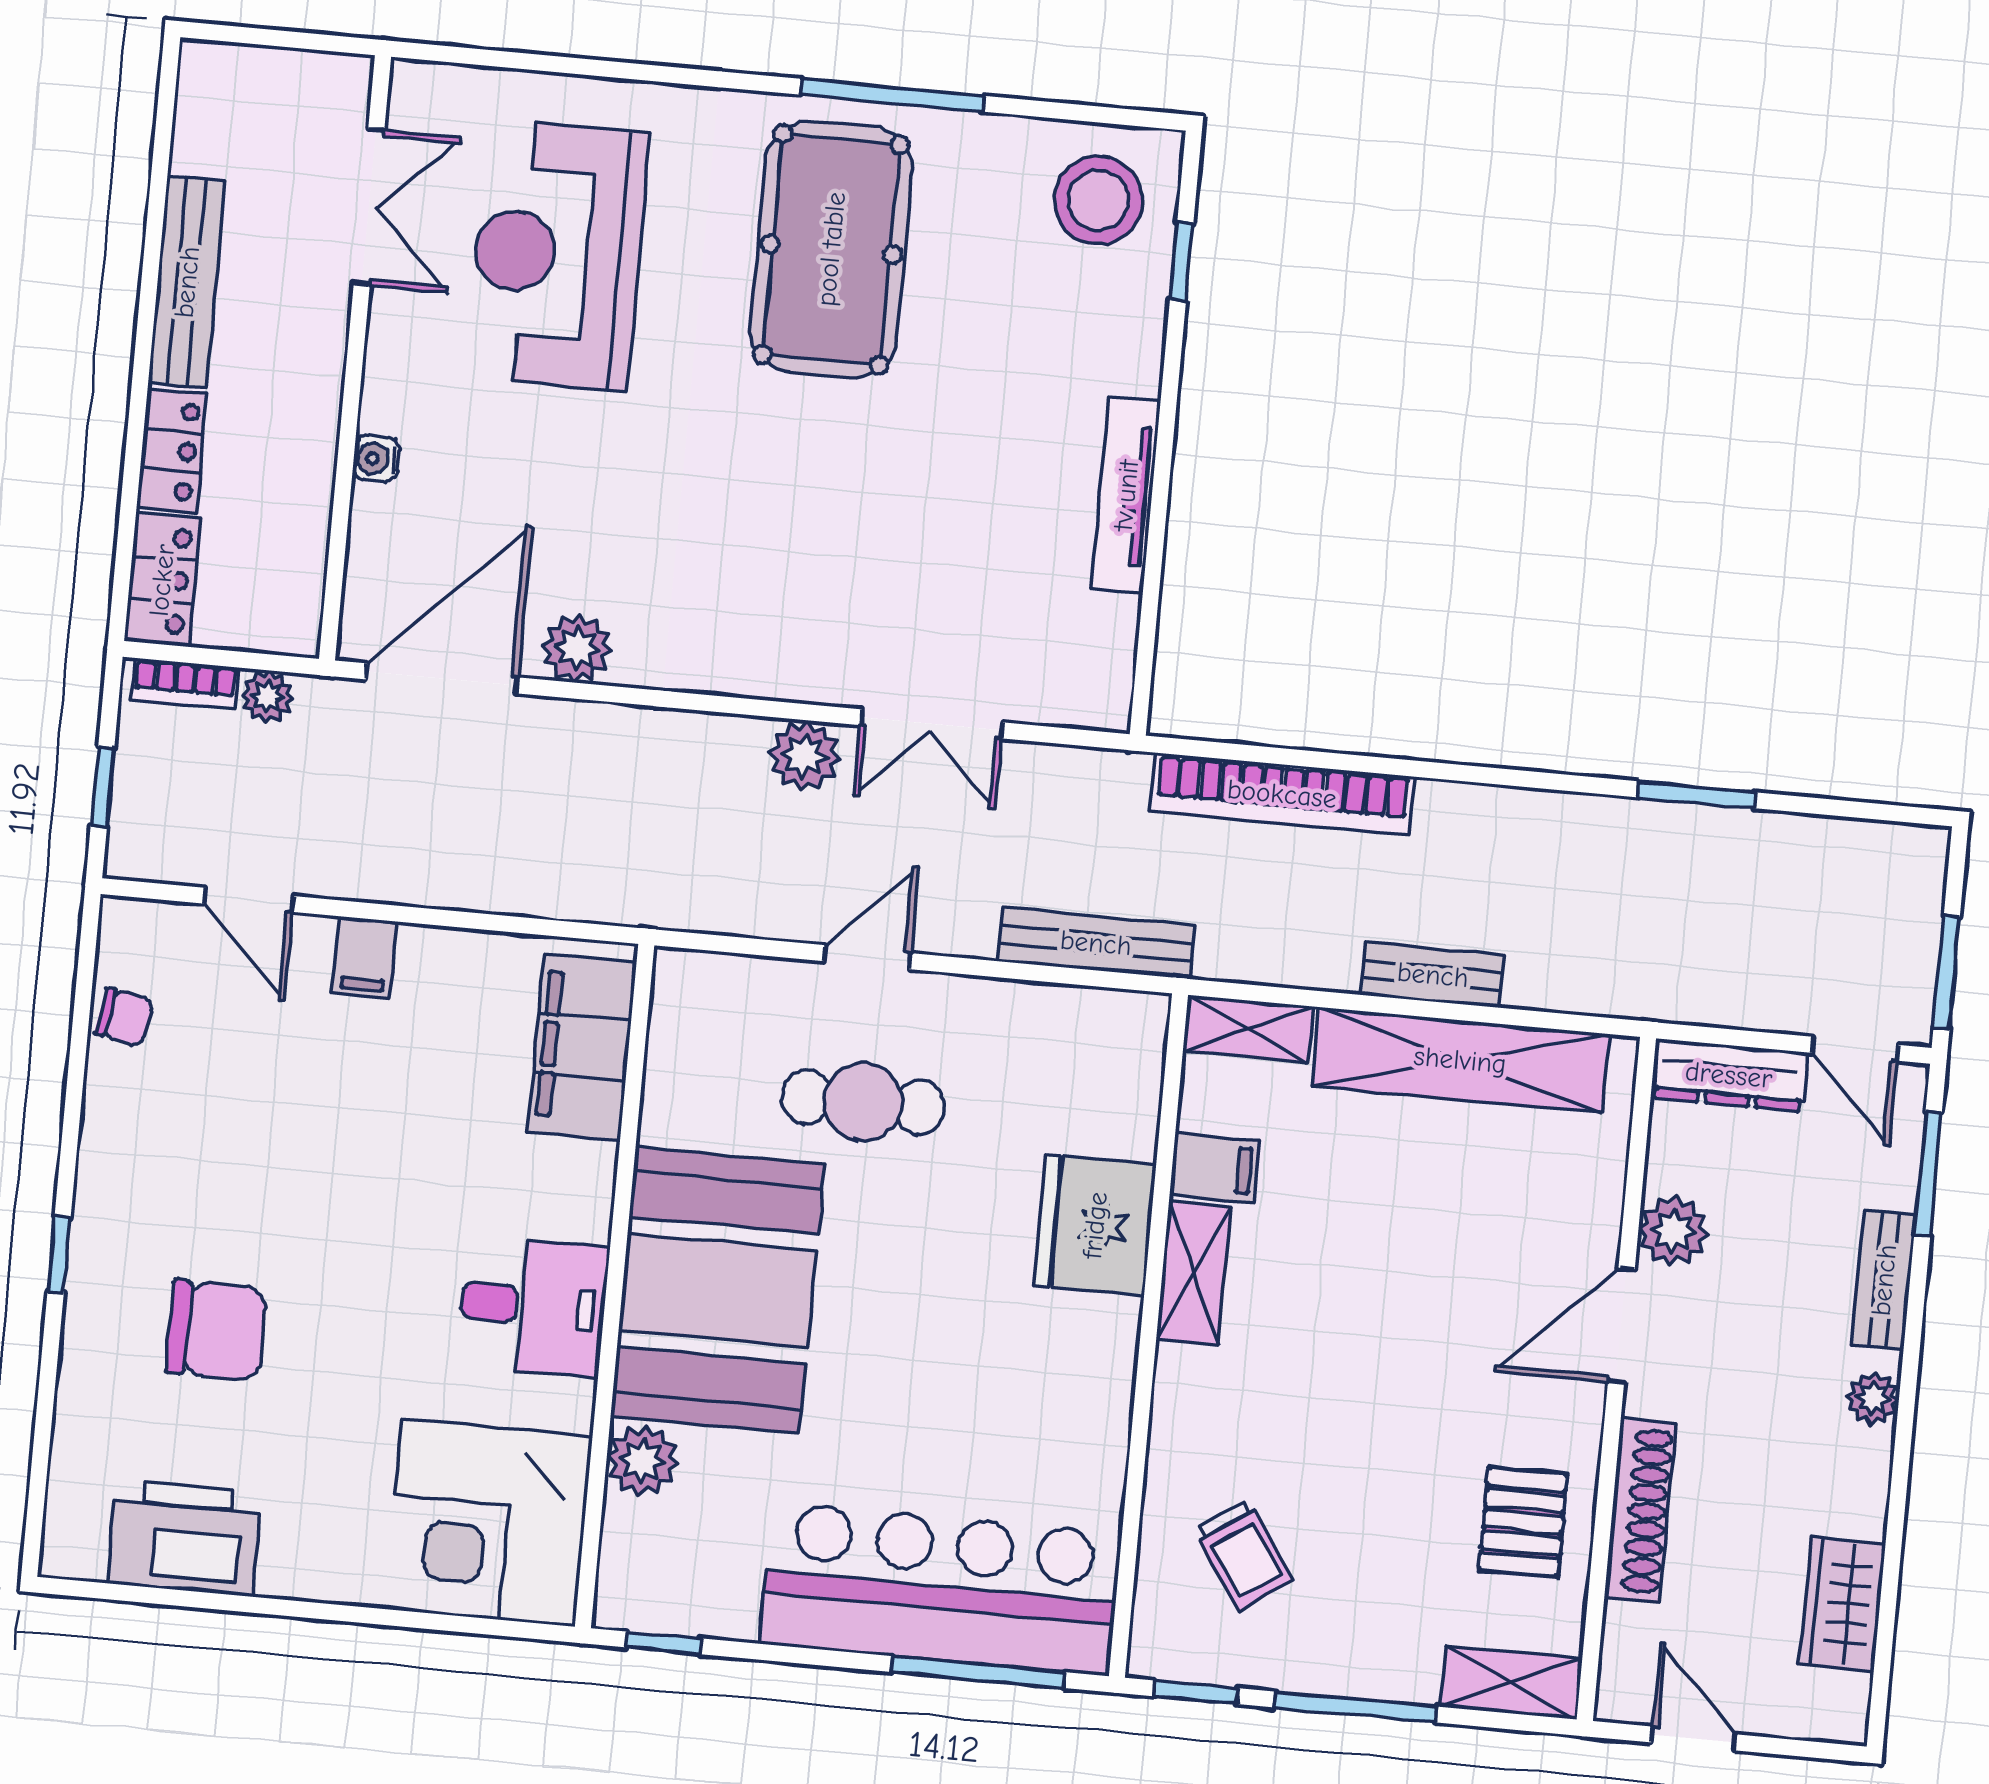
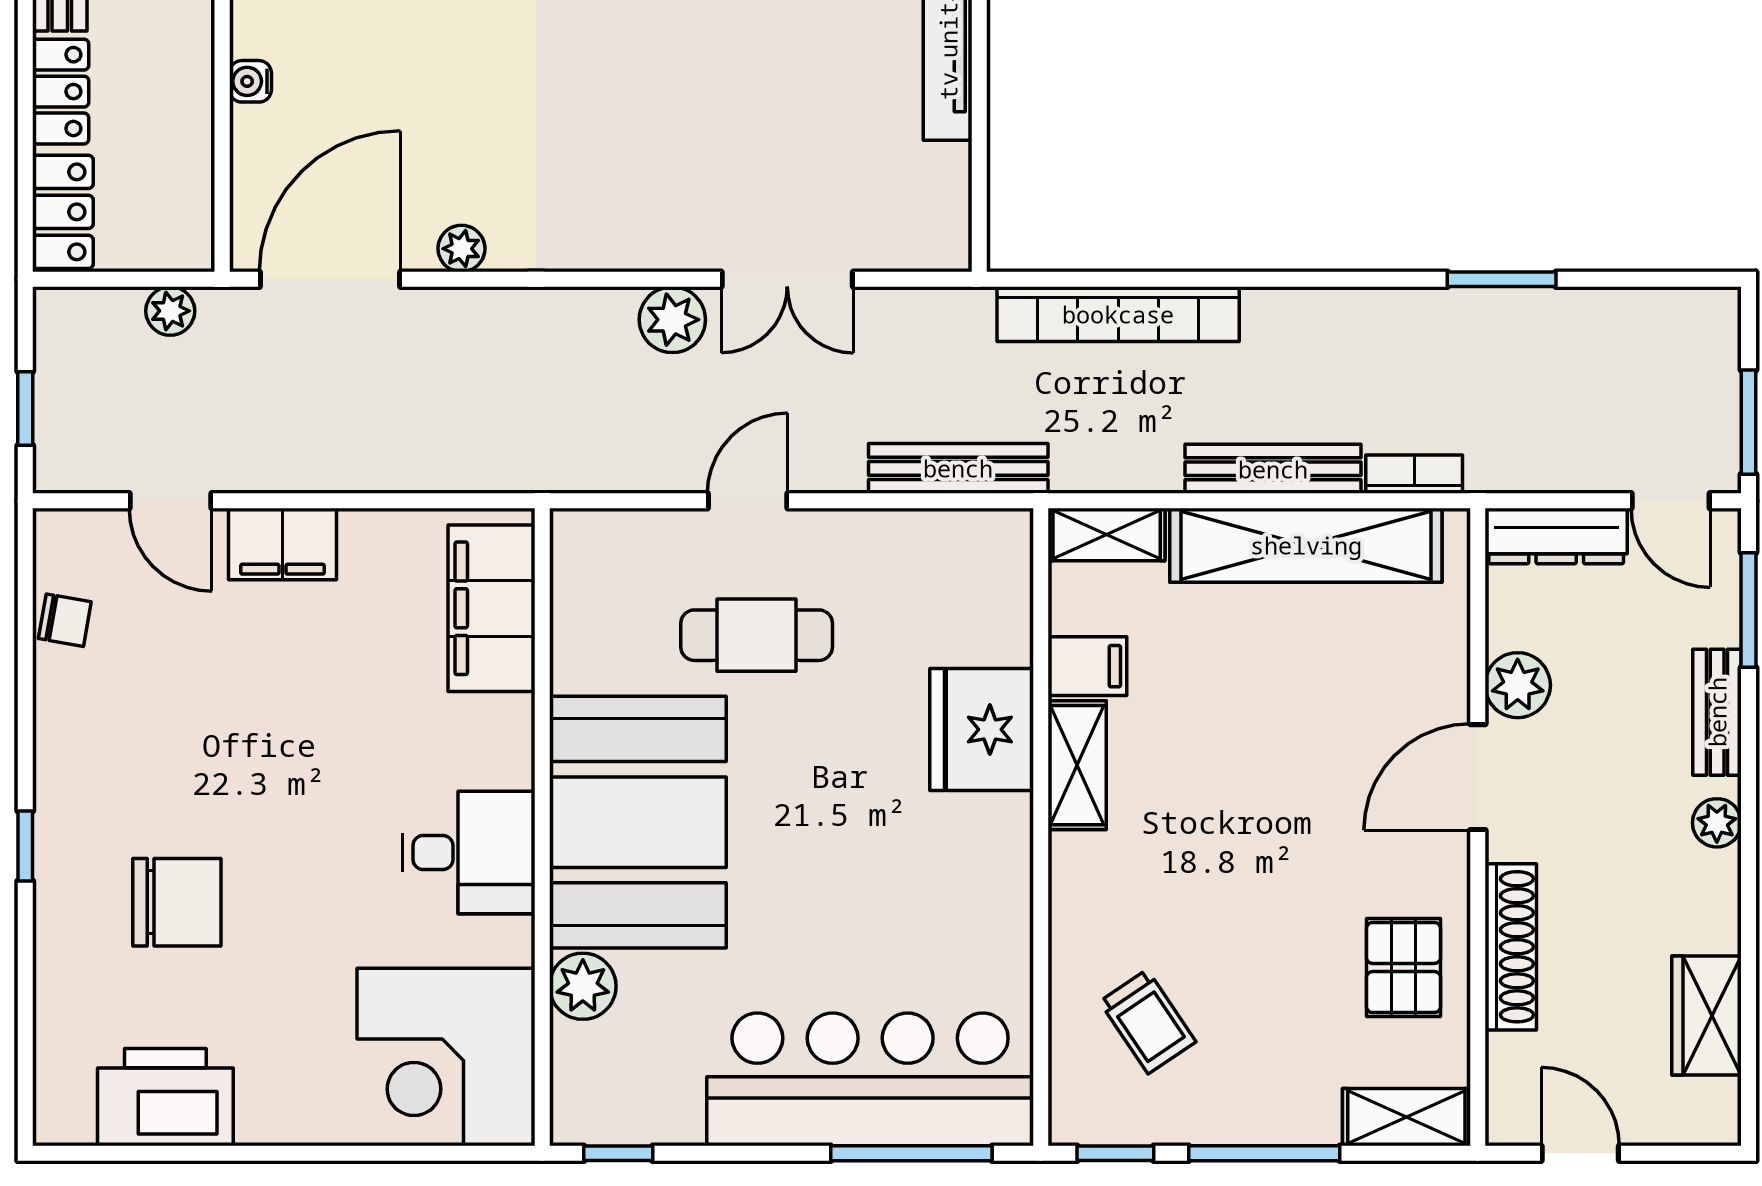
plant: (577, 648) -> (461, 249), width x0.73, depth x0.73
bookcase: (185, 683) -> (1414, 474), moved, turned 180
filing cabinet: (365, 957) -> (282, 544), width x2.00
bench: (1433, 975) -> (1273, 469), width x1.36

